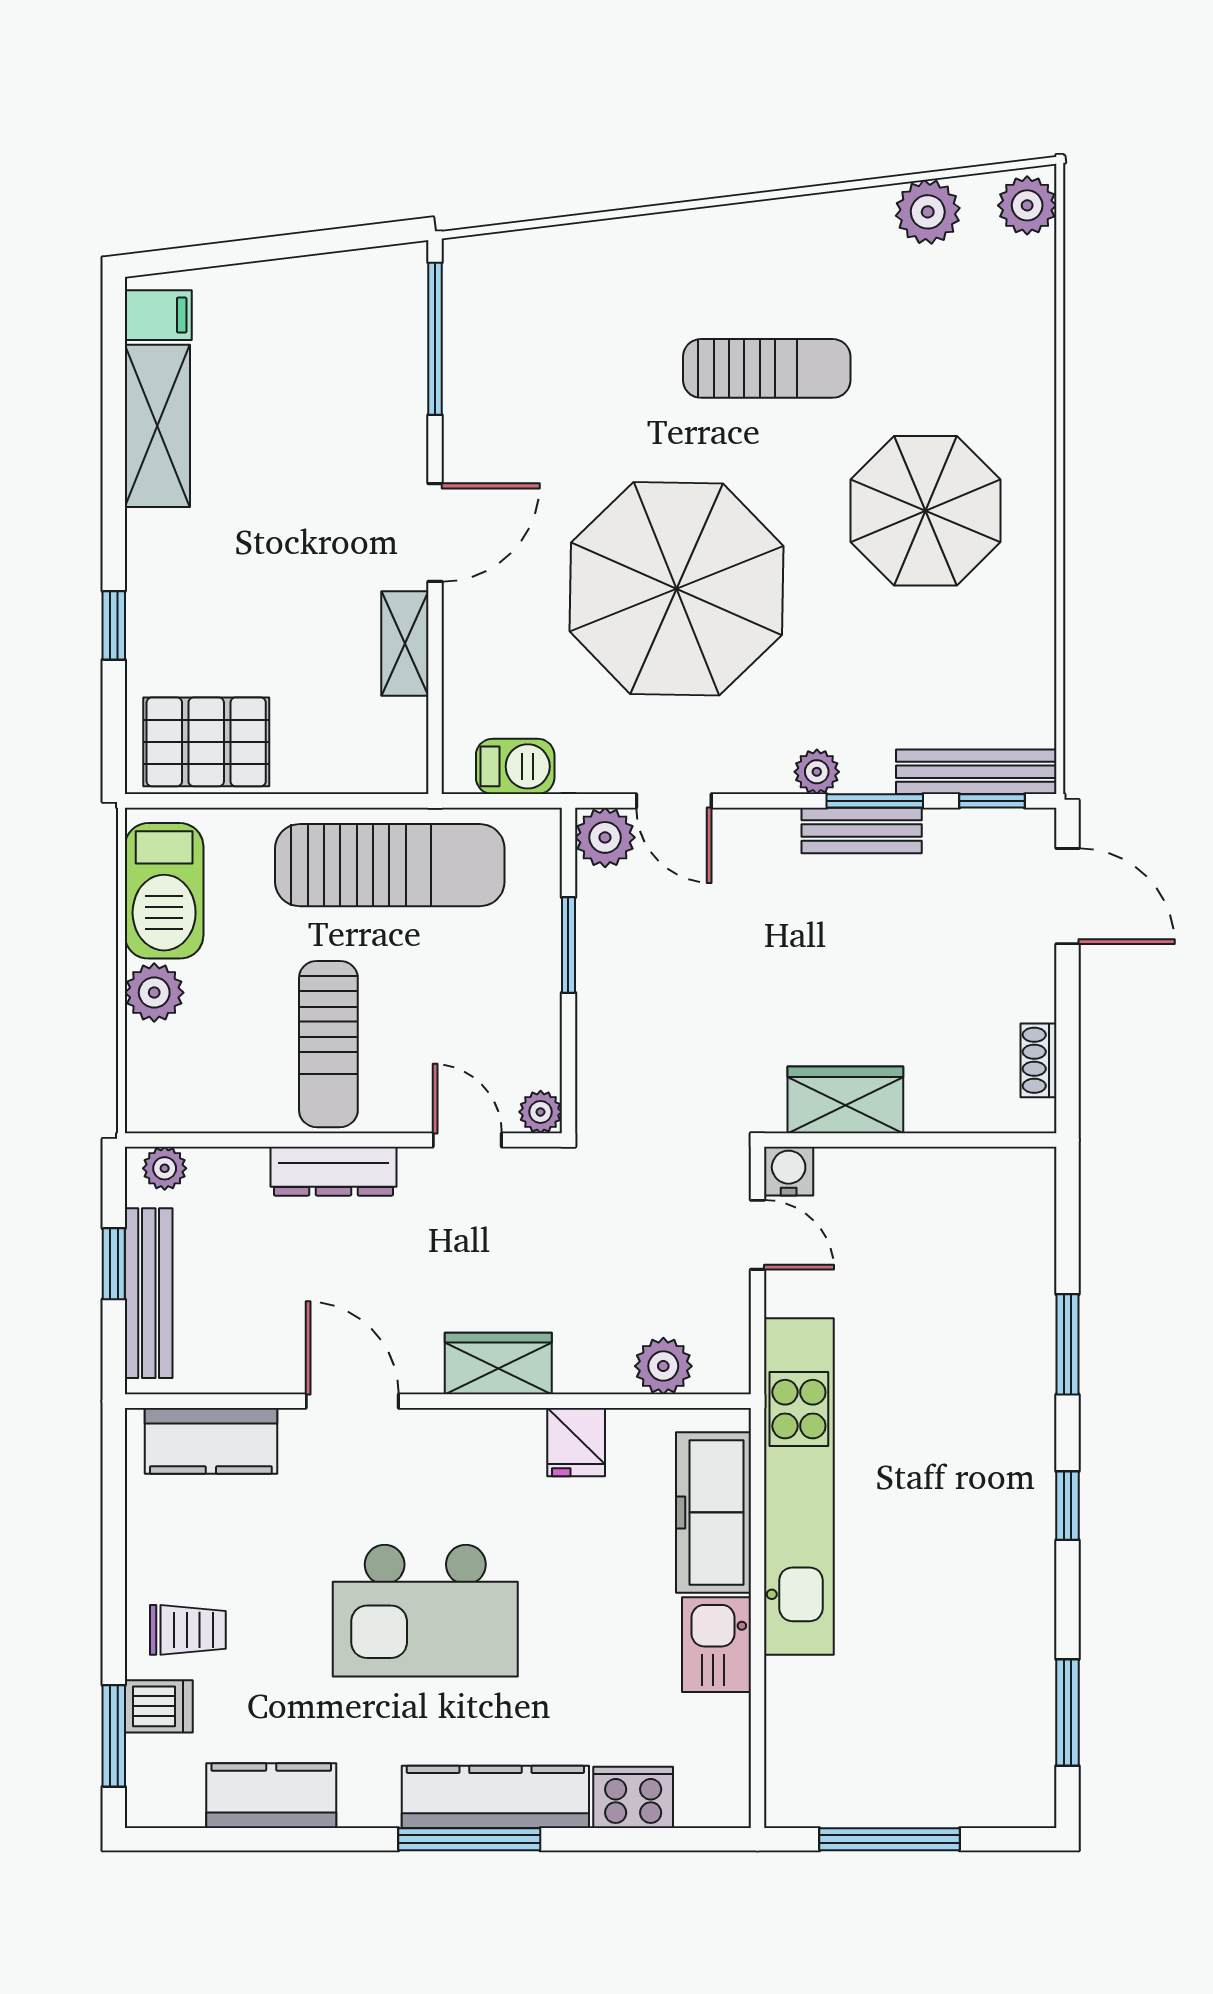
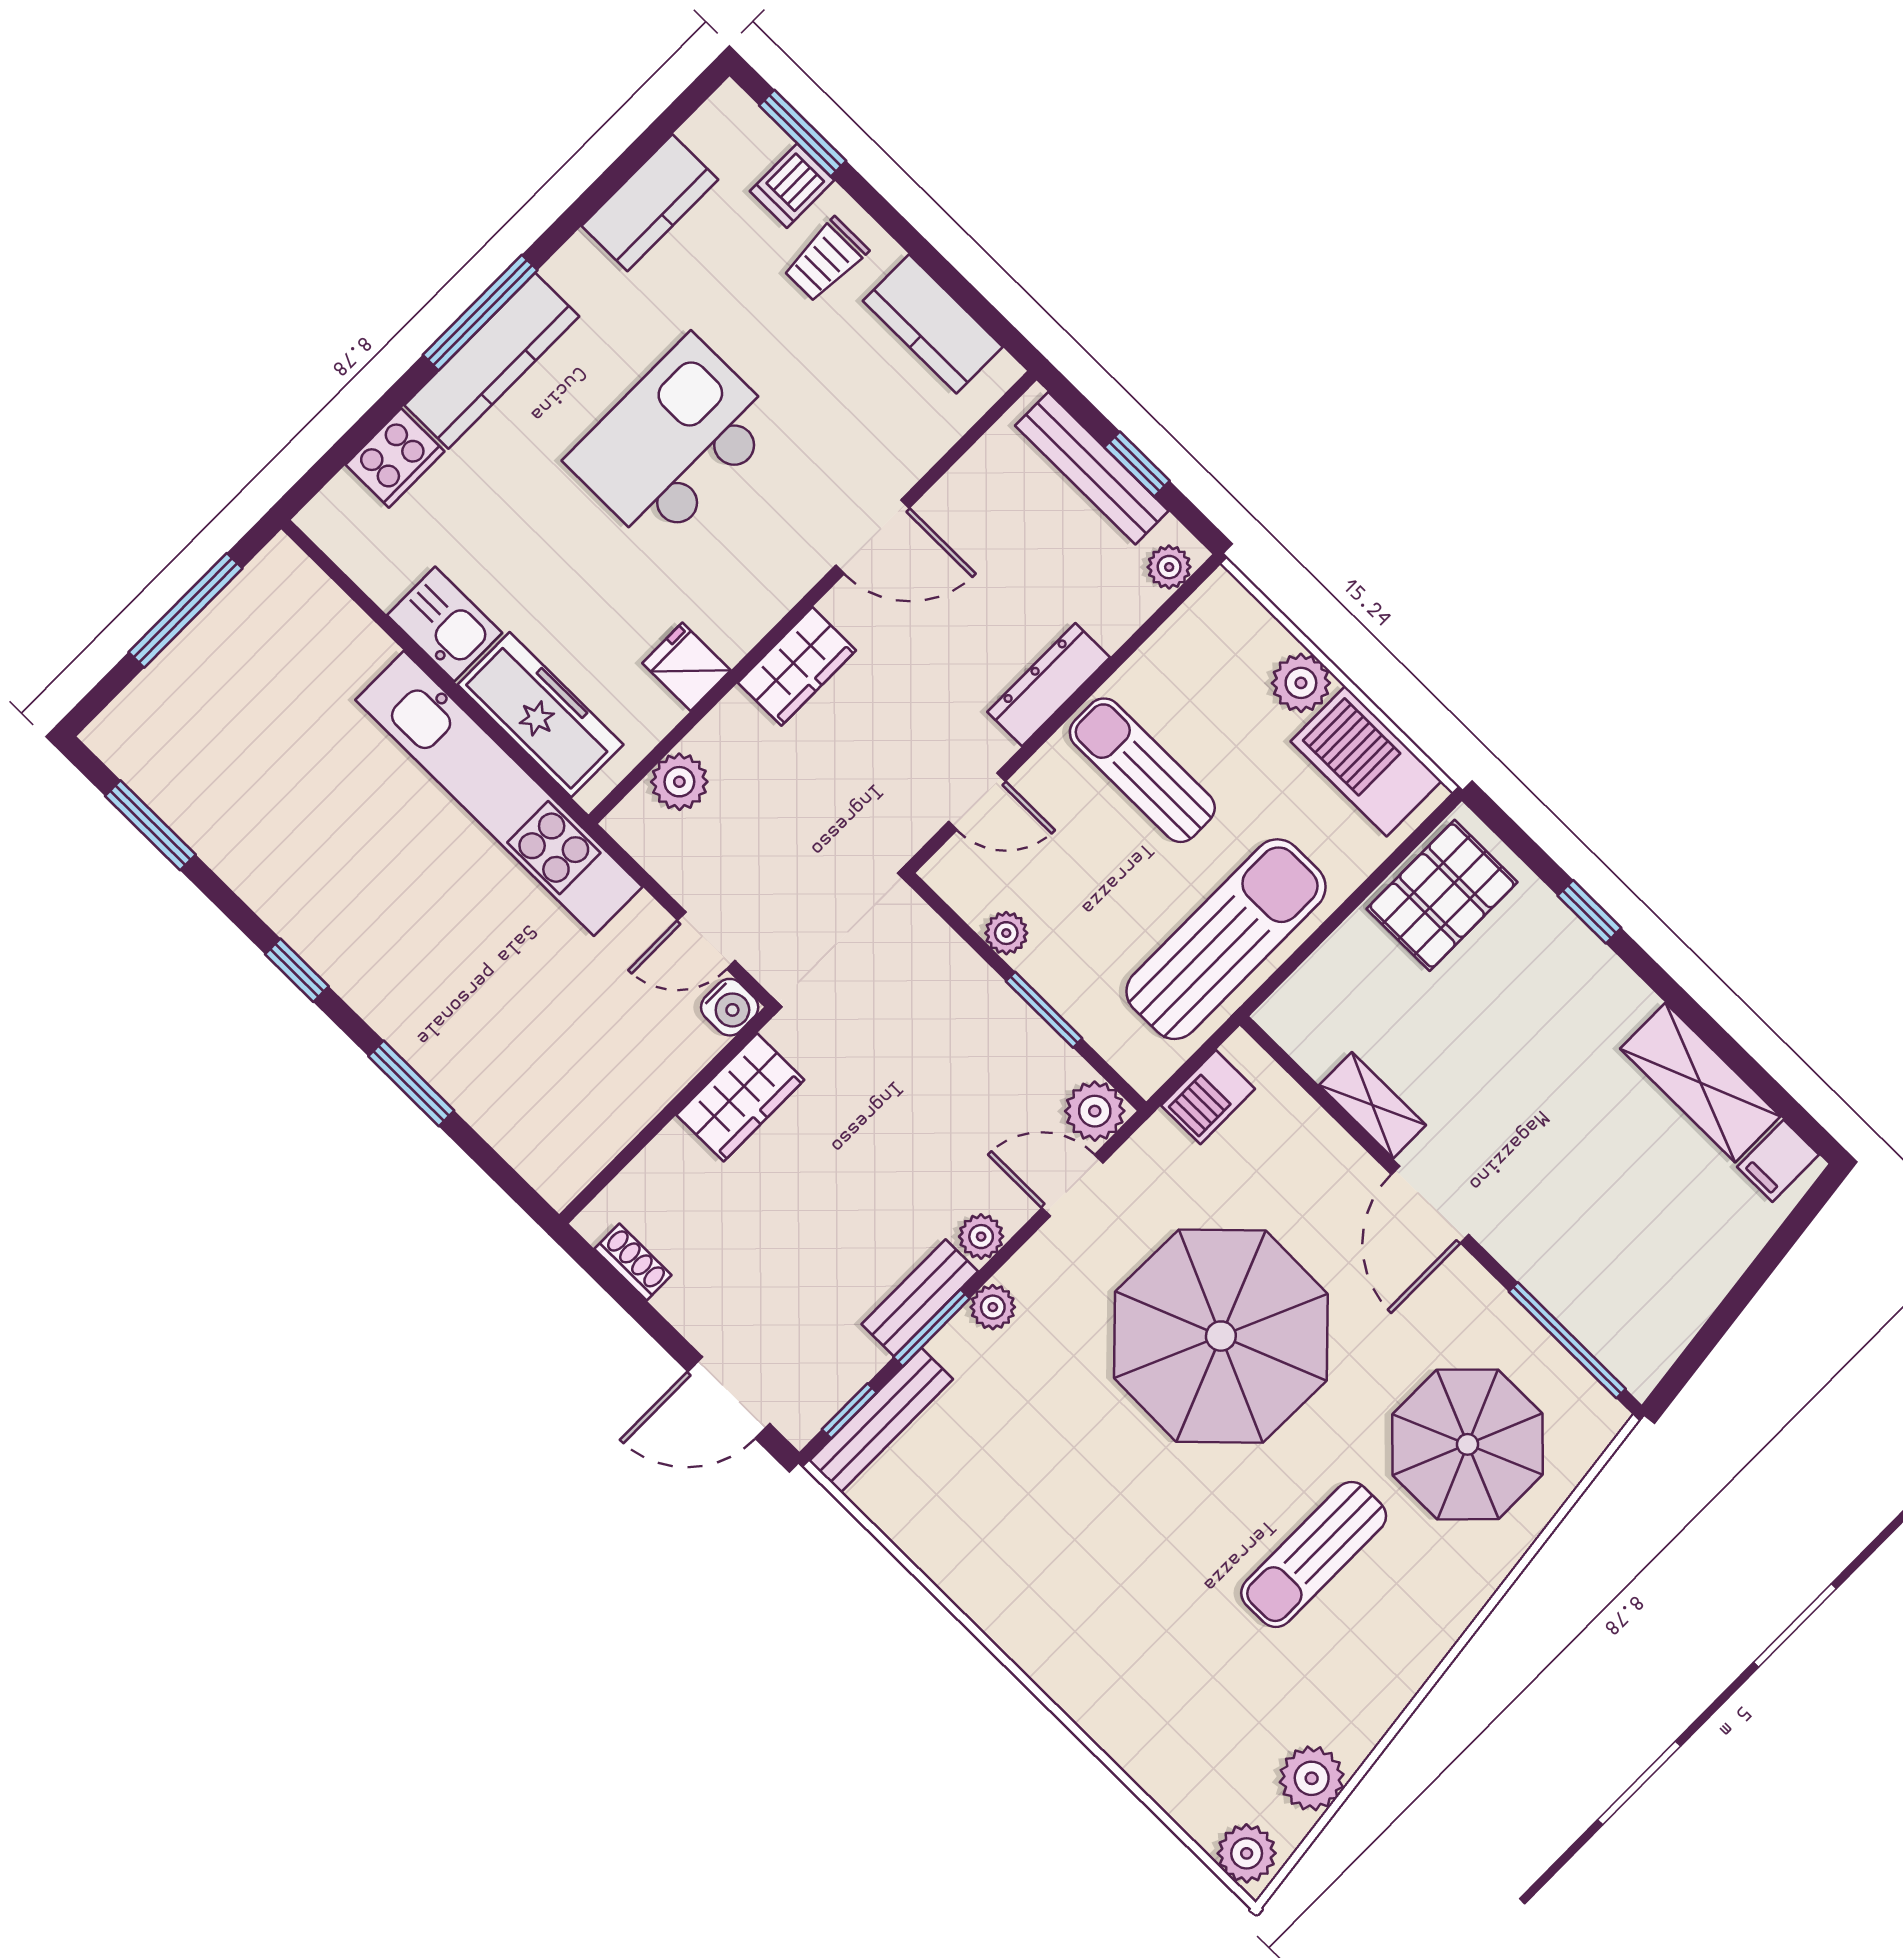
parasol: (926, 511) -> (1468, 1444), moved
plant: (775, 830) -> (981, 1237), added
sun lounger: (390, 865) -> (1226, 939), turned 180
plant: (541, 1112) -> (1006, 933), moved
kitchen counter: (211, 1441) -> (933, 324), moved, turned -90

